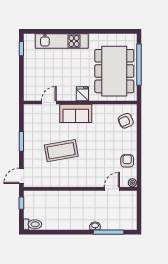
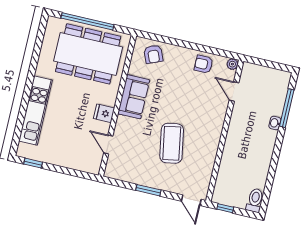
fridge: (82, 94) -> (104, 113), moved
sofa: (76, 113) -> (134, 97), moved

